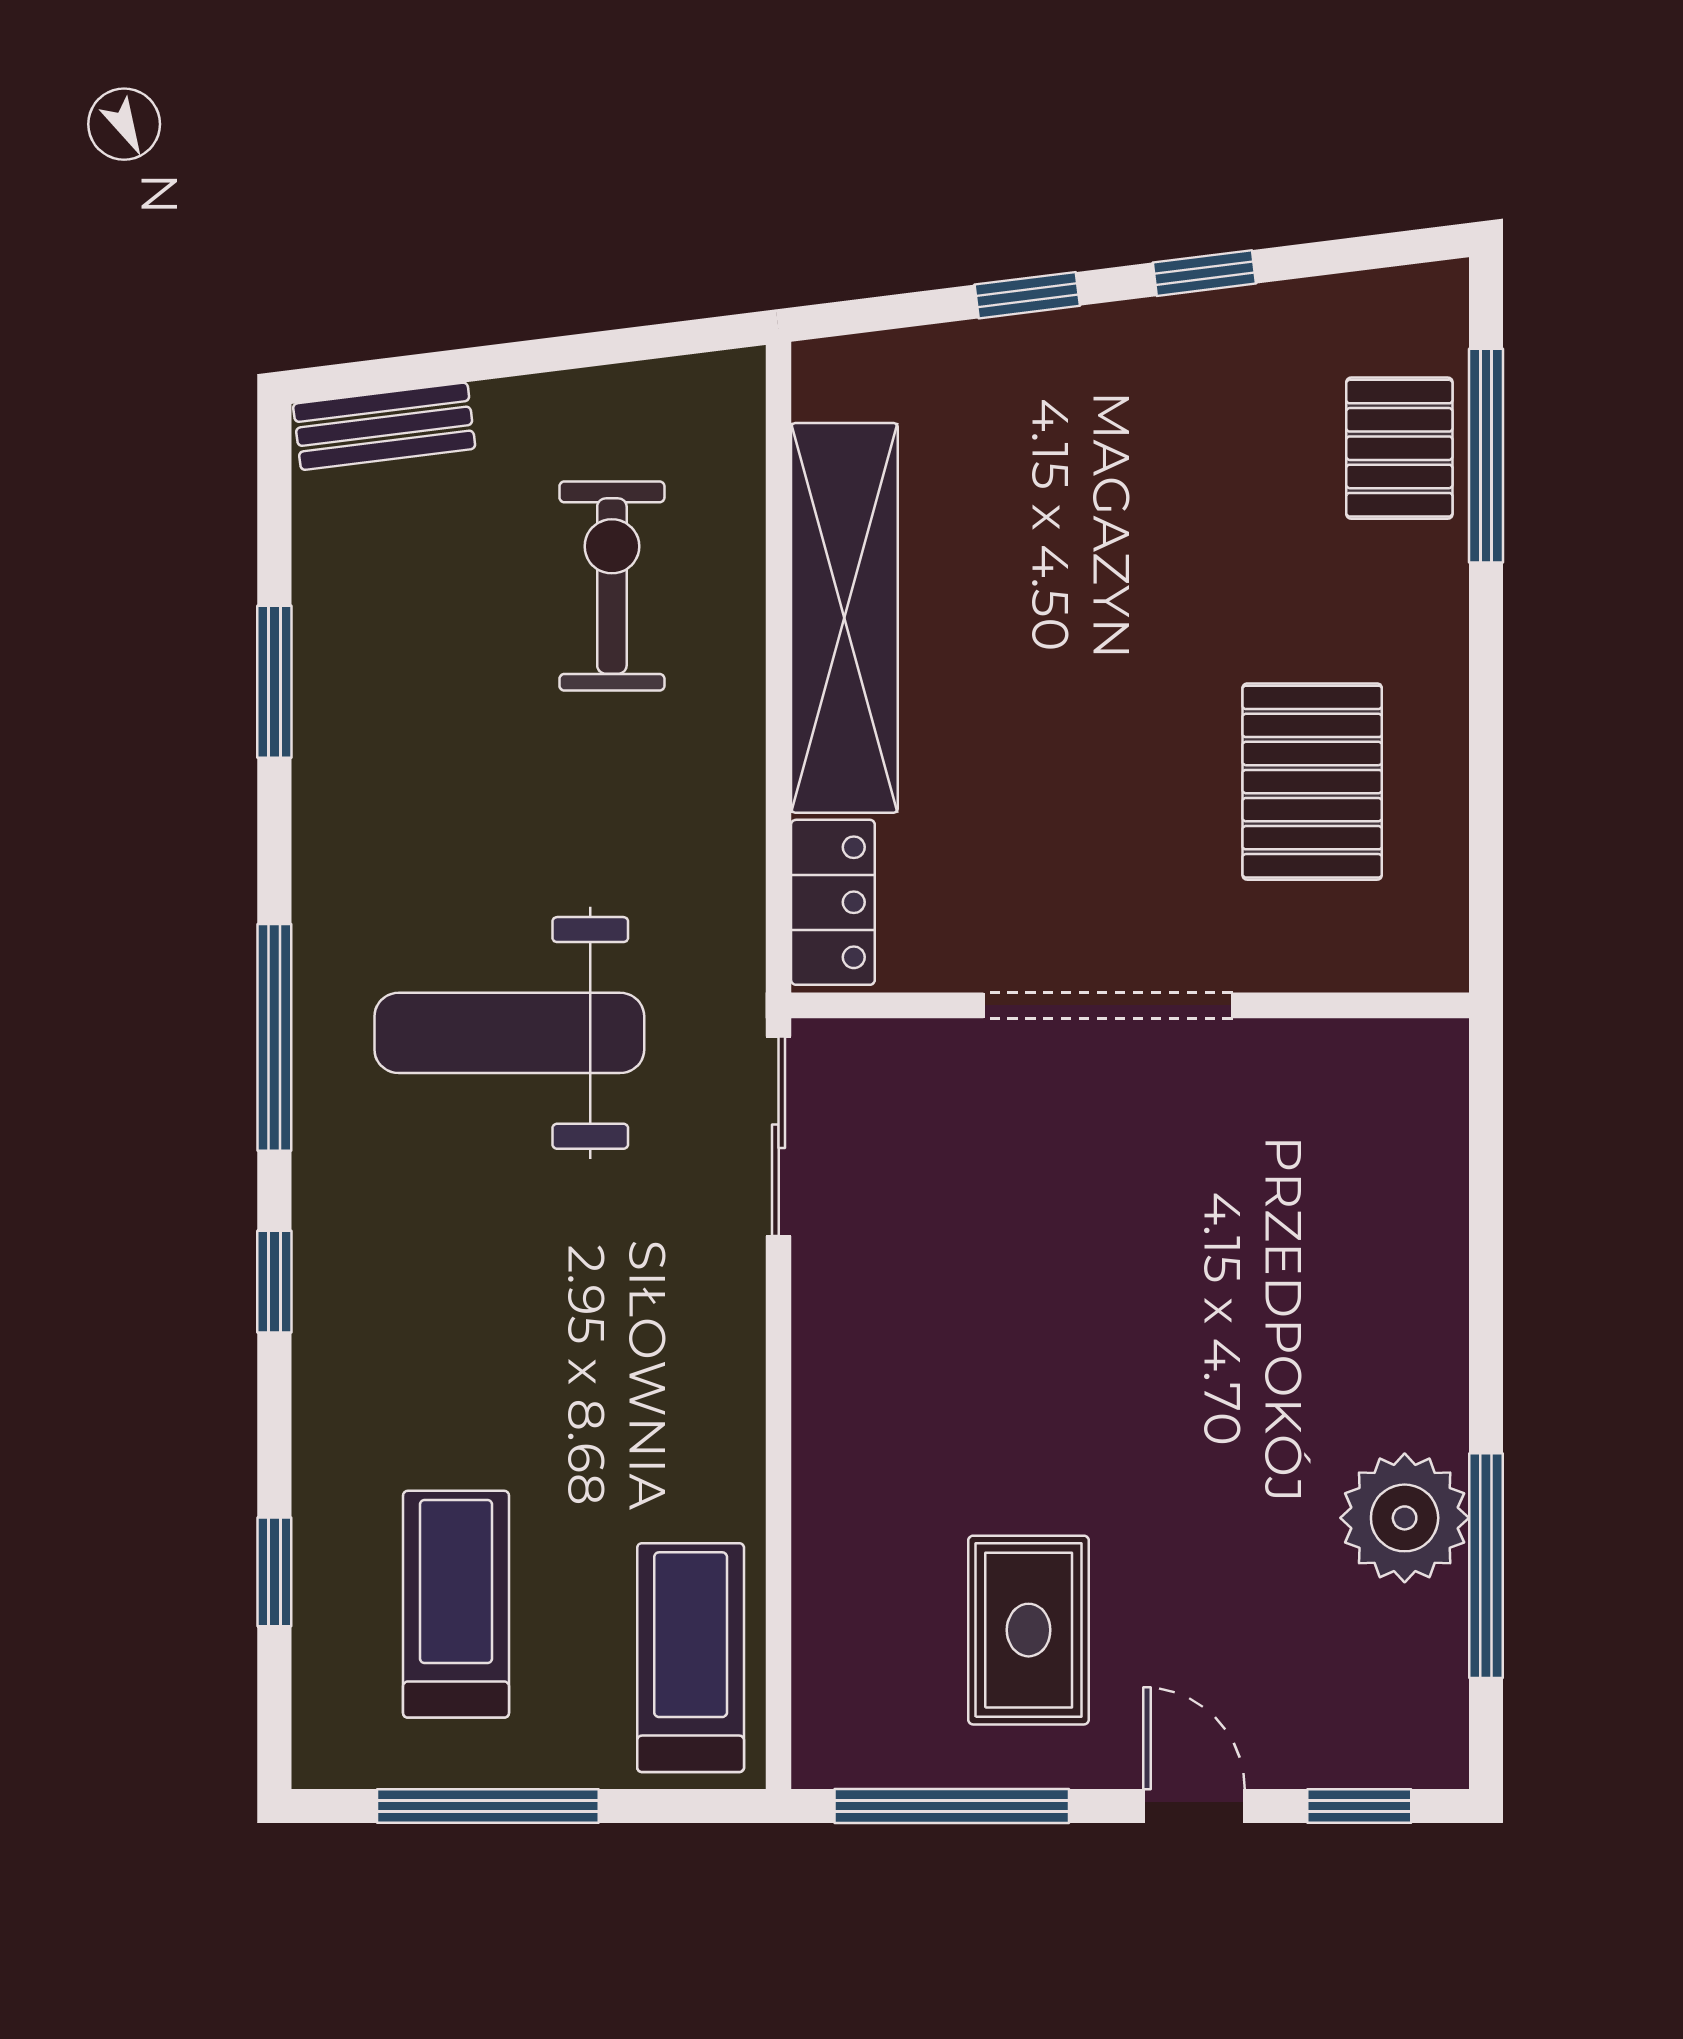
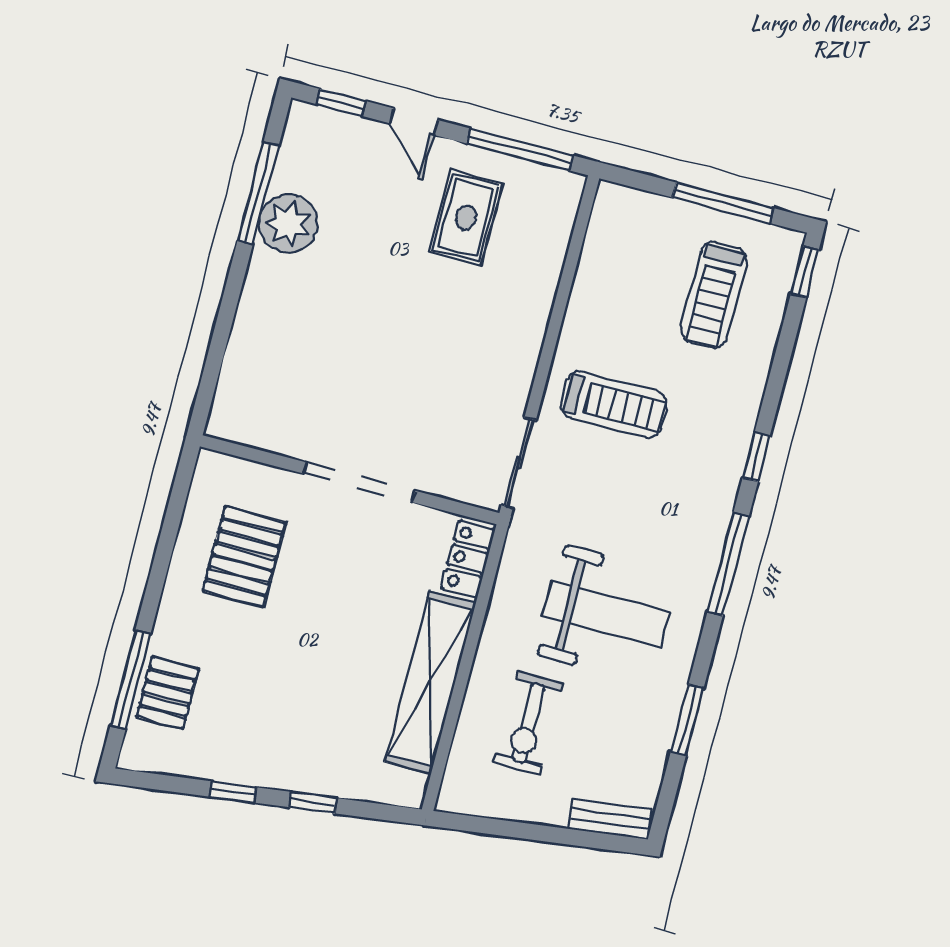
weight bench: (509, 1033) -> (606, 614), moved
window: (274, 1572) -> (805, 272), moved
treadmill: (691, 1658) -> (614, 405), moved, turned -90

